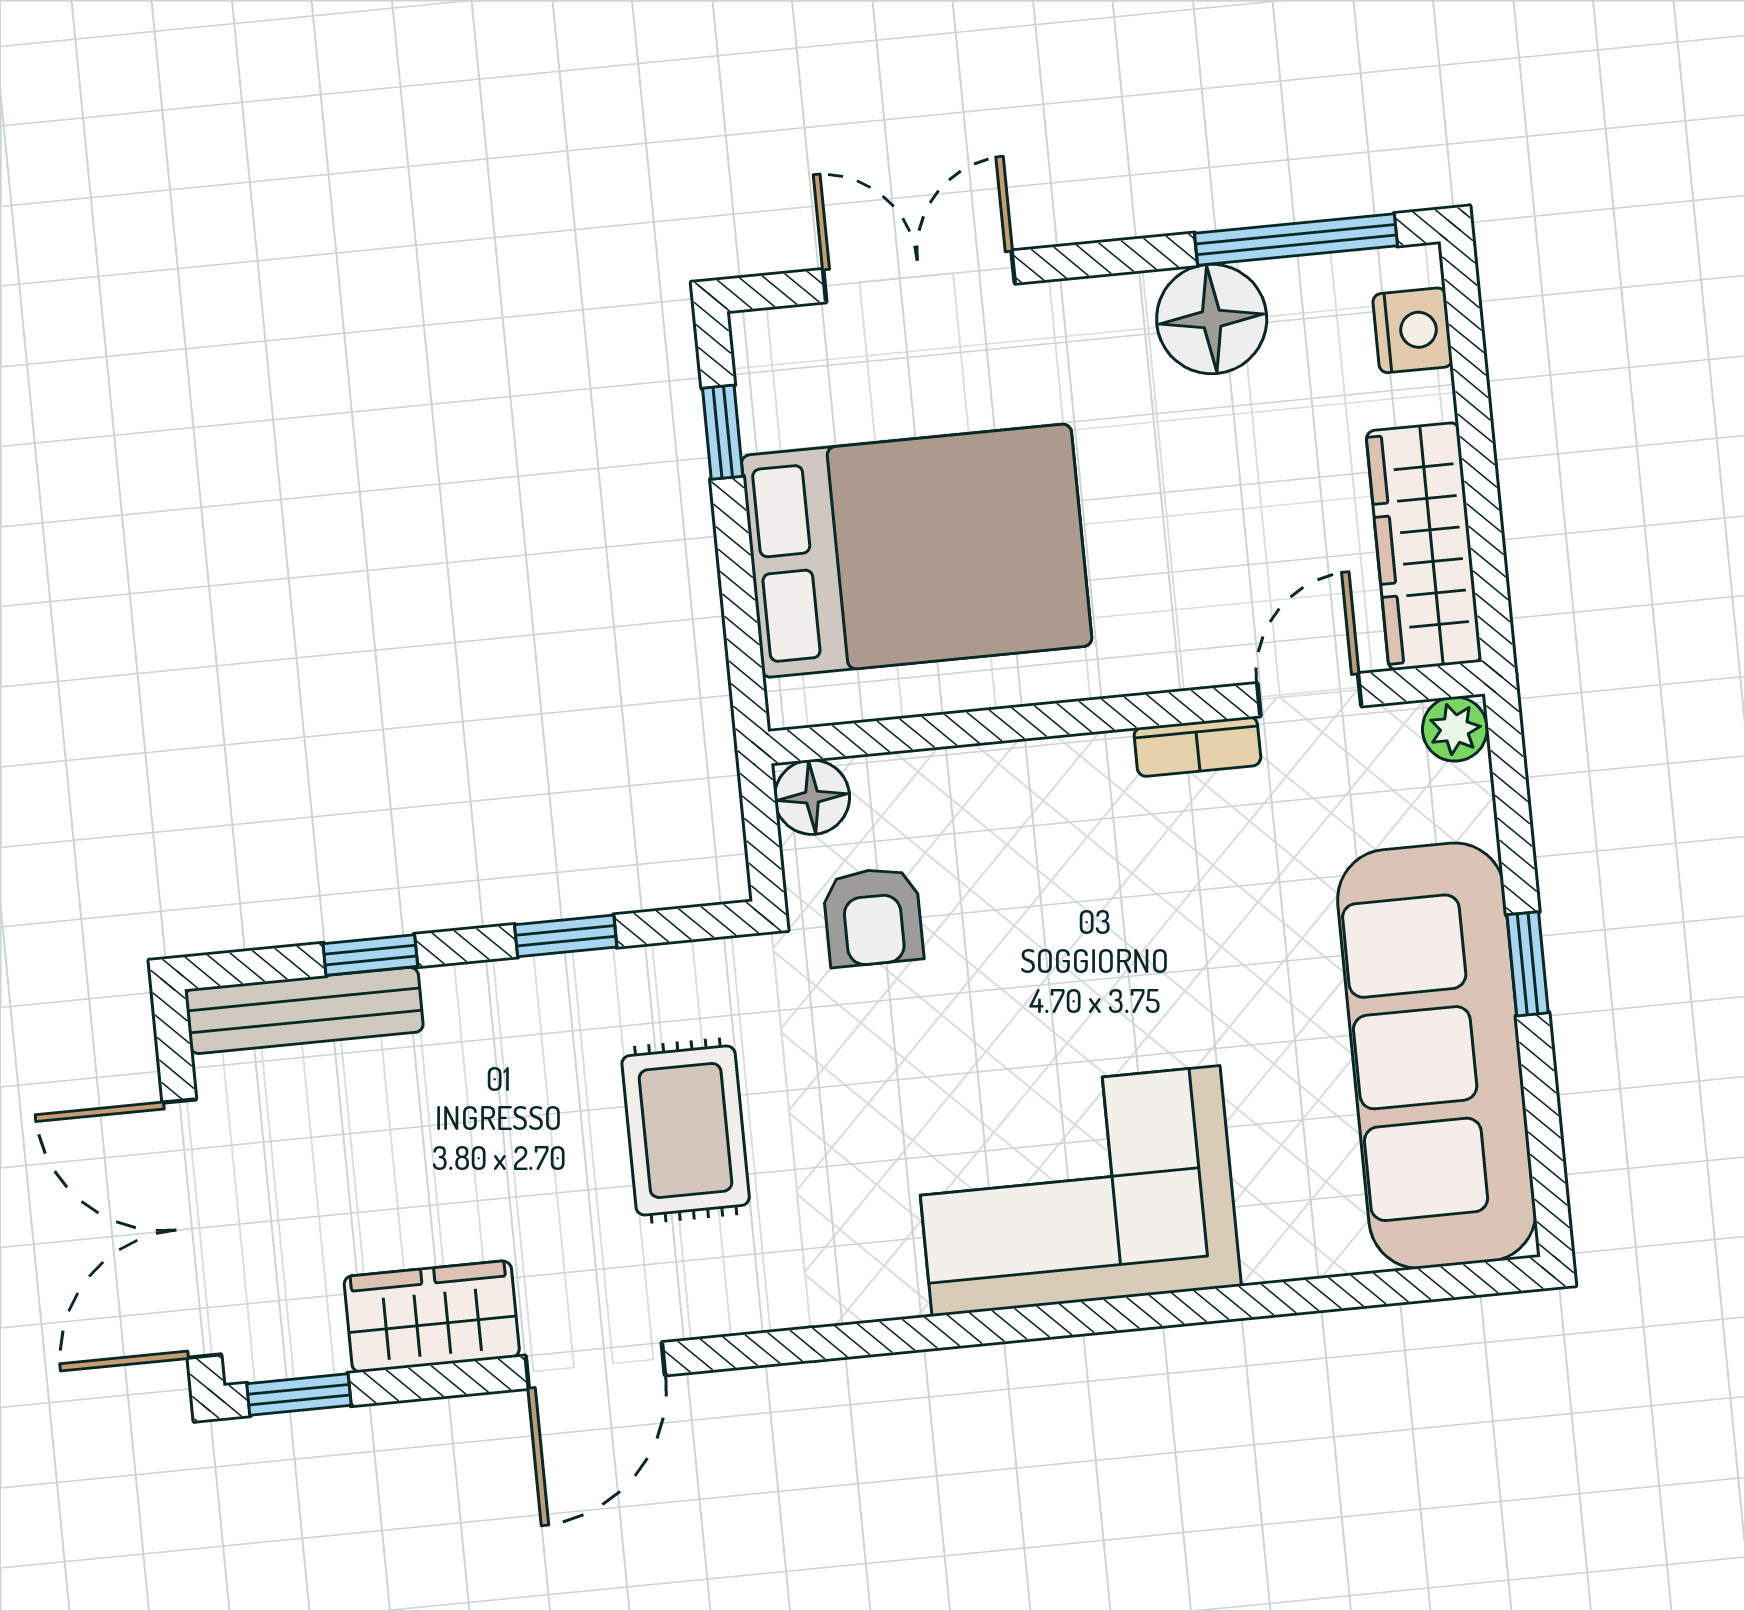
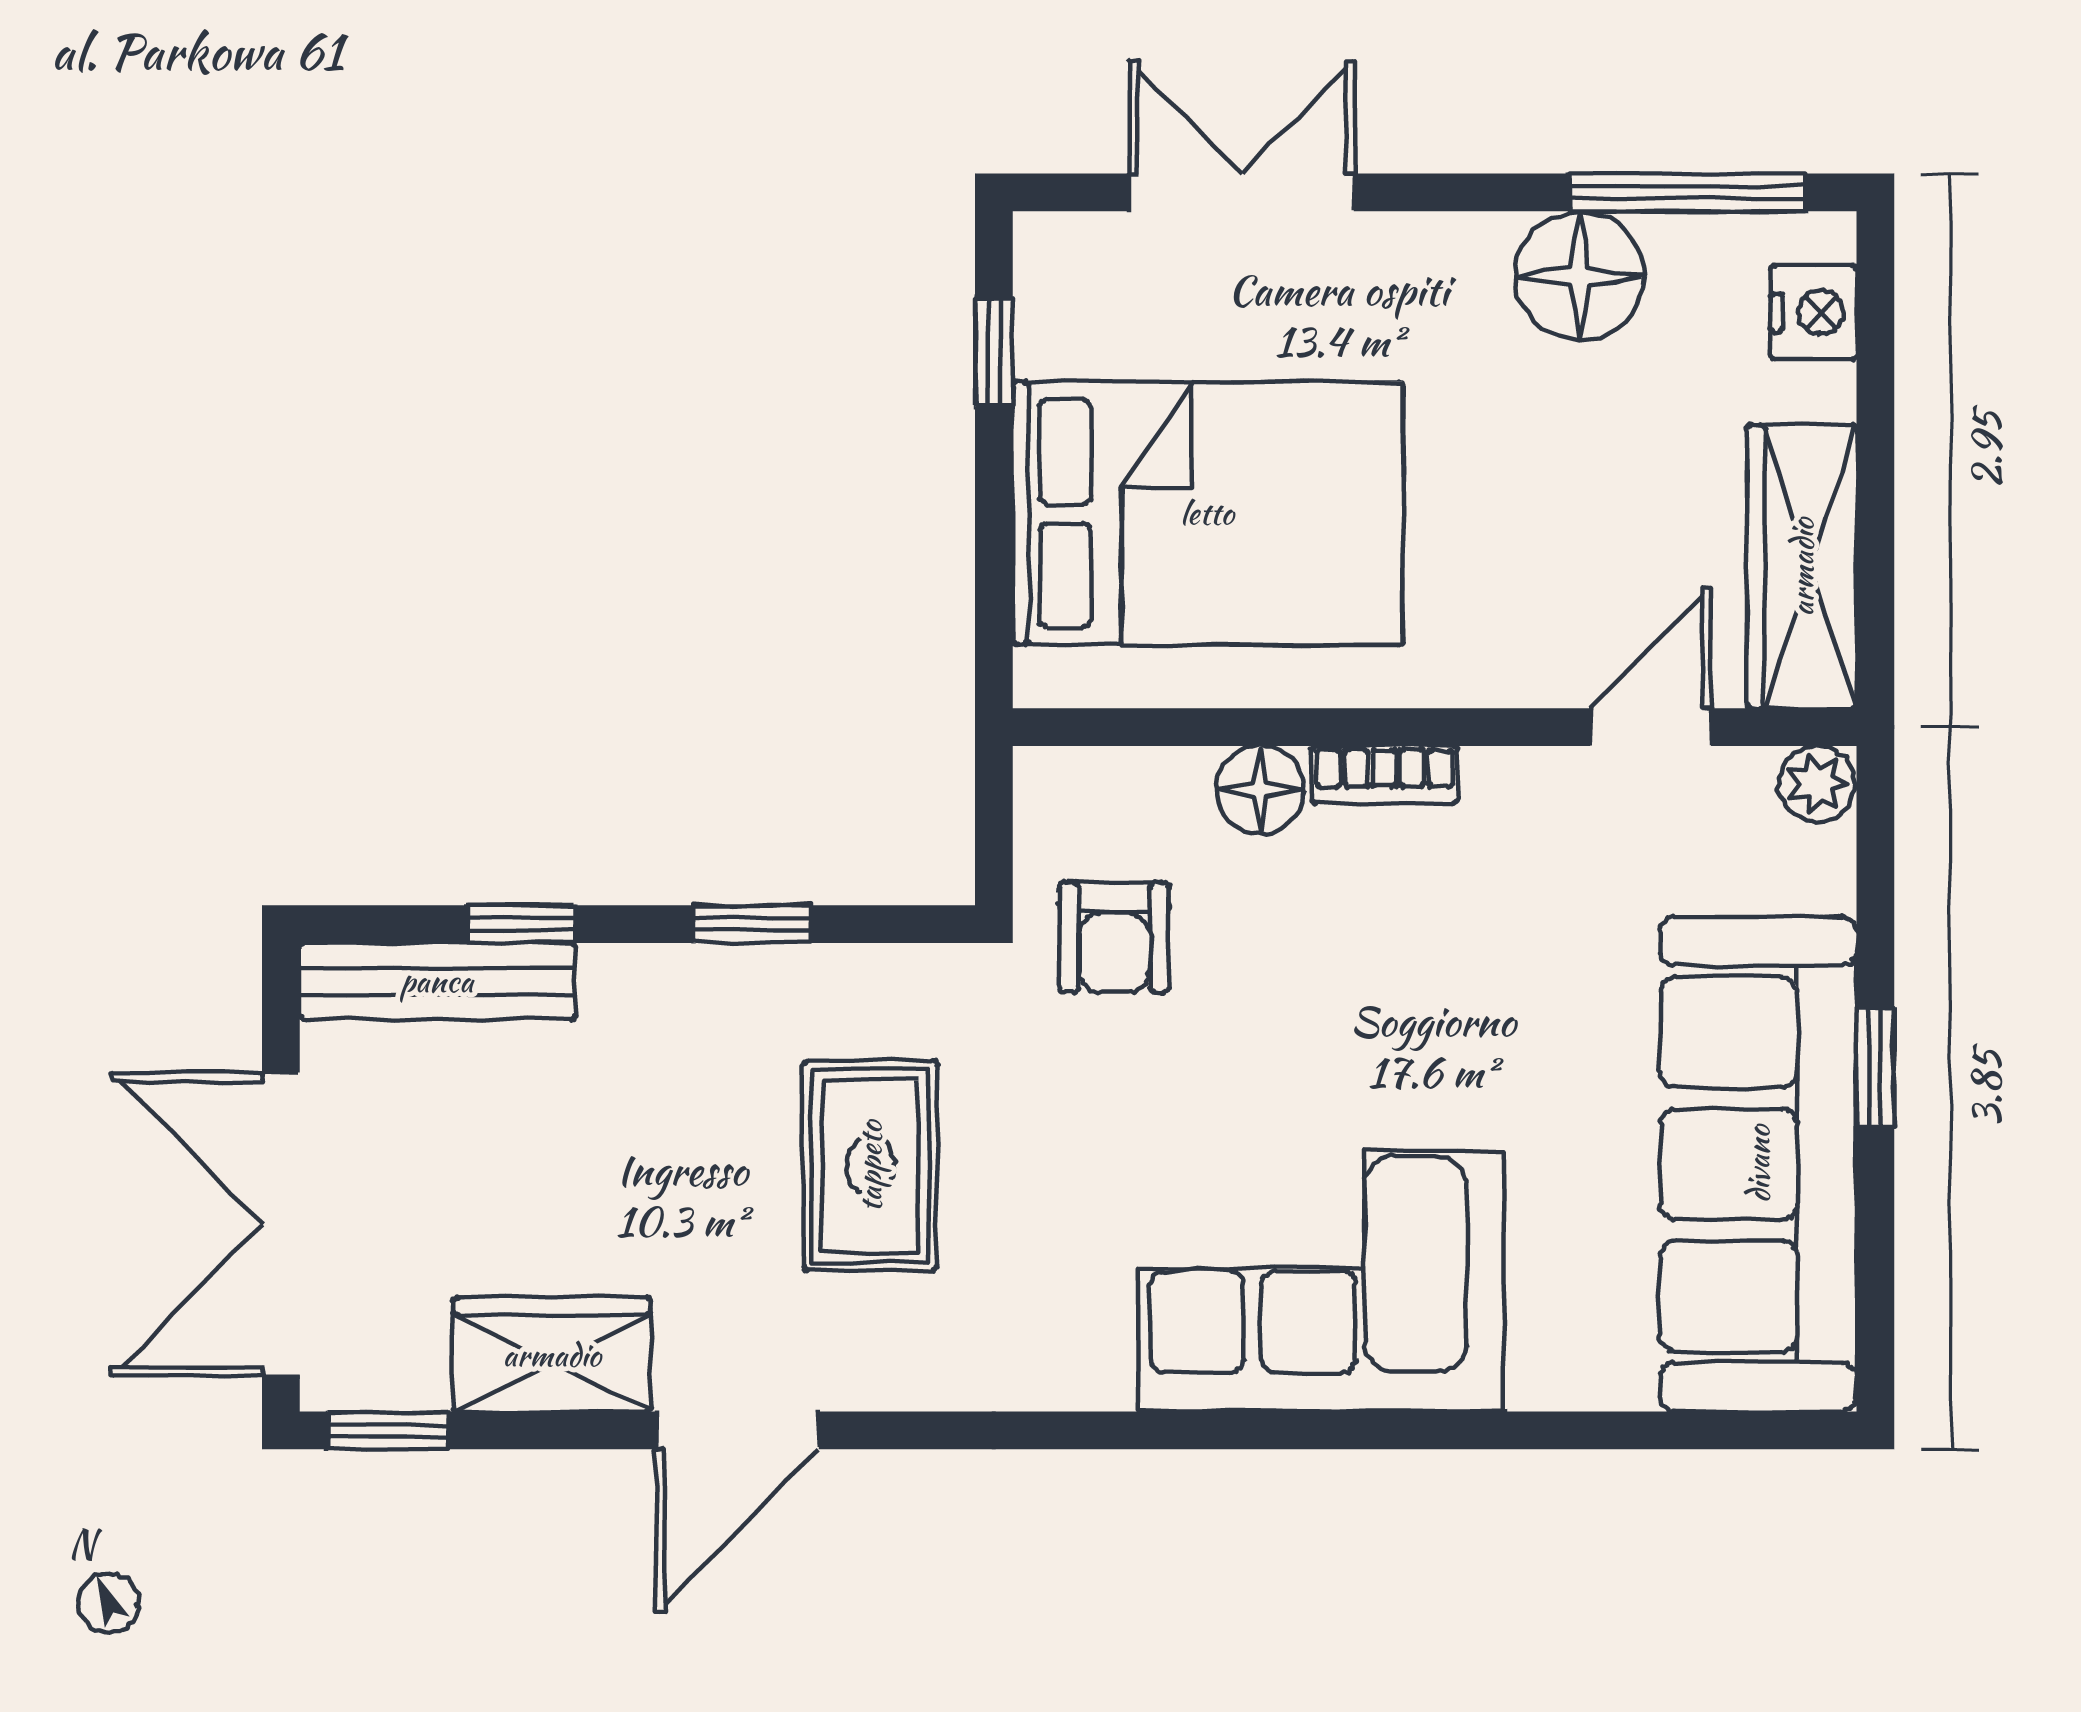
bookcase: (1197, 747) -> (1384, 775), moved
floor lamp: (812, 797) -> (1260, 790), moved

